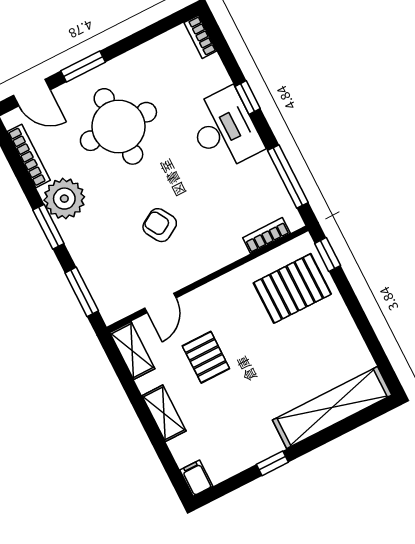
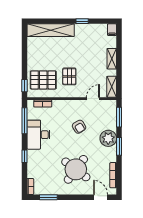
window: (83, 67) -> (48, 197), moved
round table: (118, 126) -> (76, 169), turned 37
desk: (224, 129) -> (39, 135), moved
plant: (64, 199) -> (108, 138), moved
pallet: (206, 357) -> (69, 76), moved

